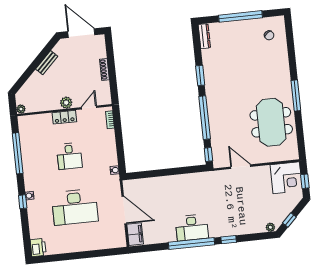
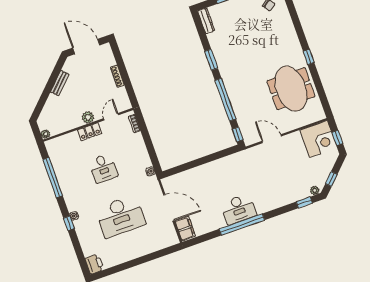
window: (296, 96) -> (309, 57), width x0.46
window: (229, 240) -> (304, 202), moved

